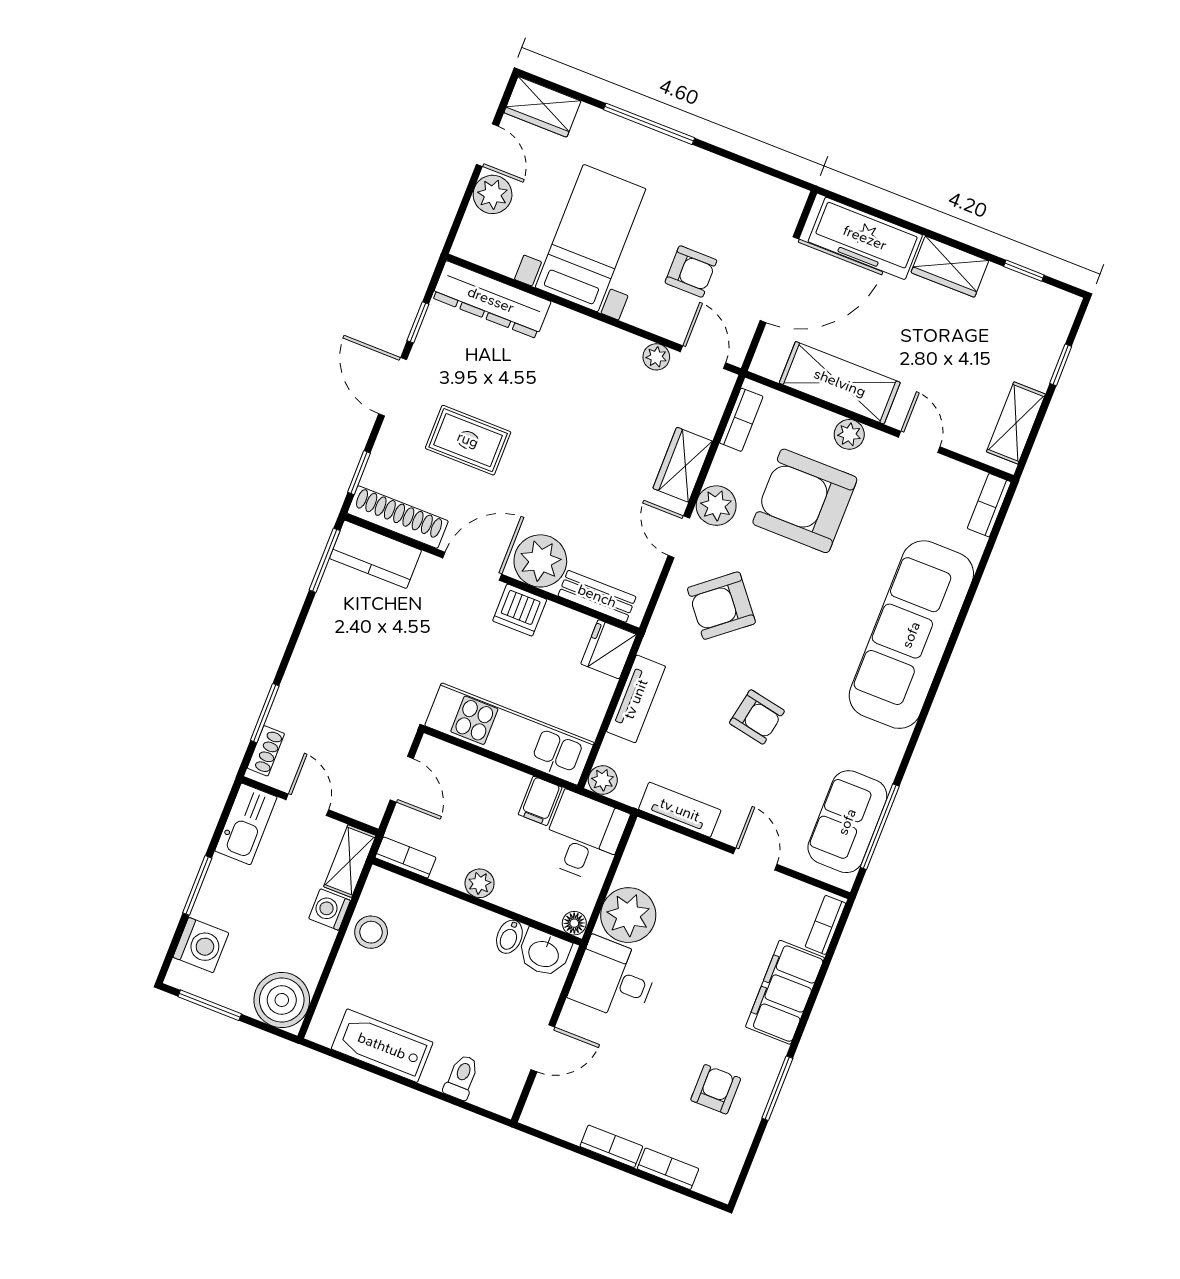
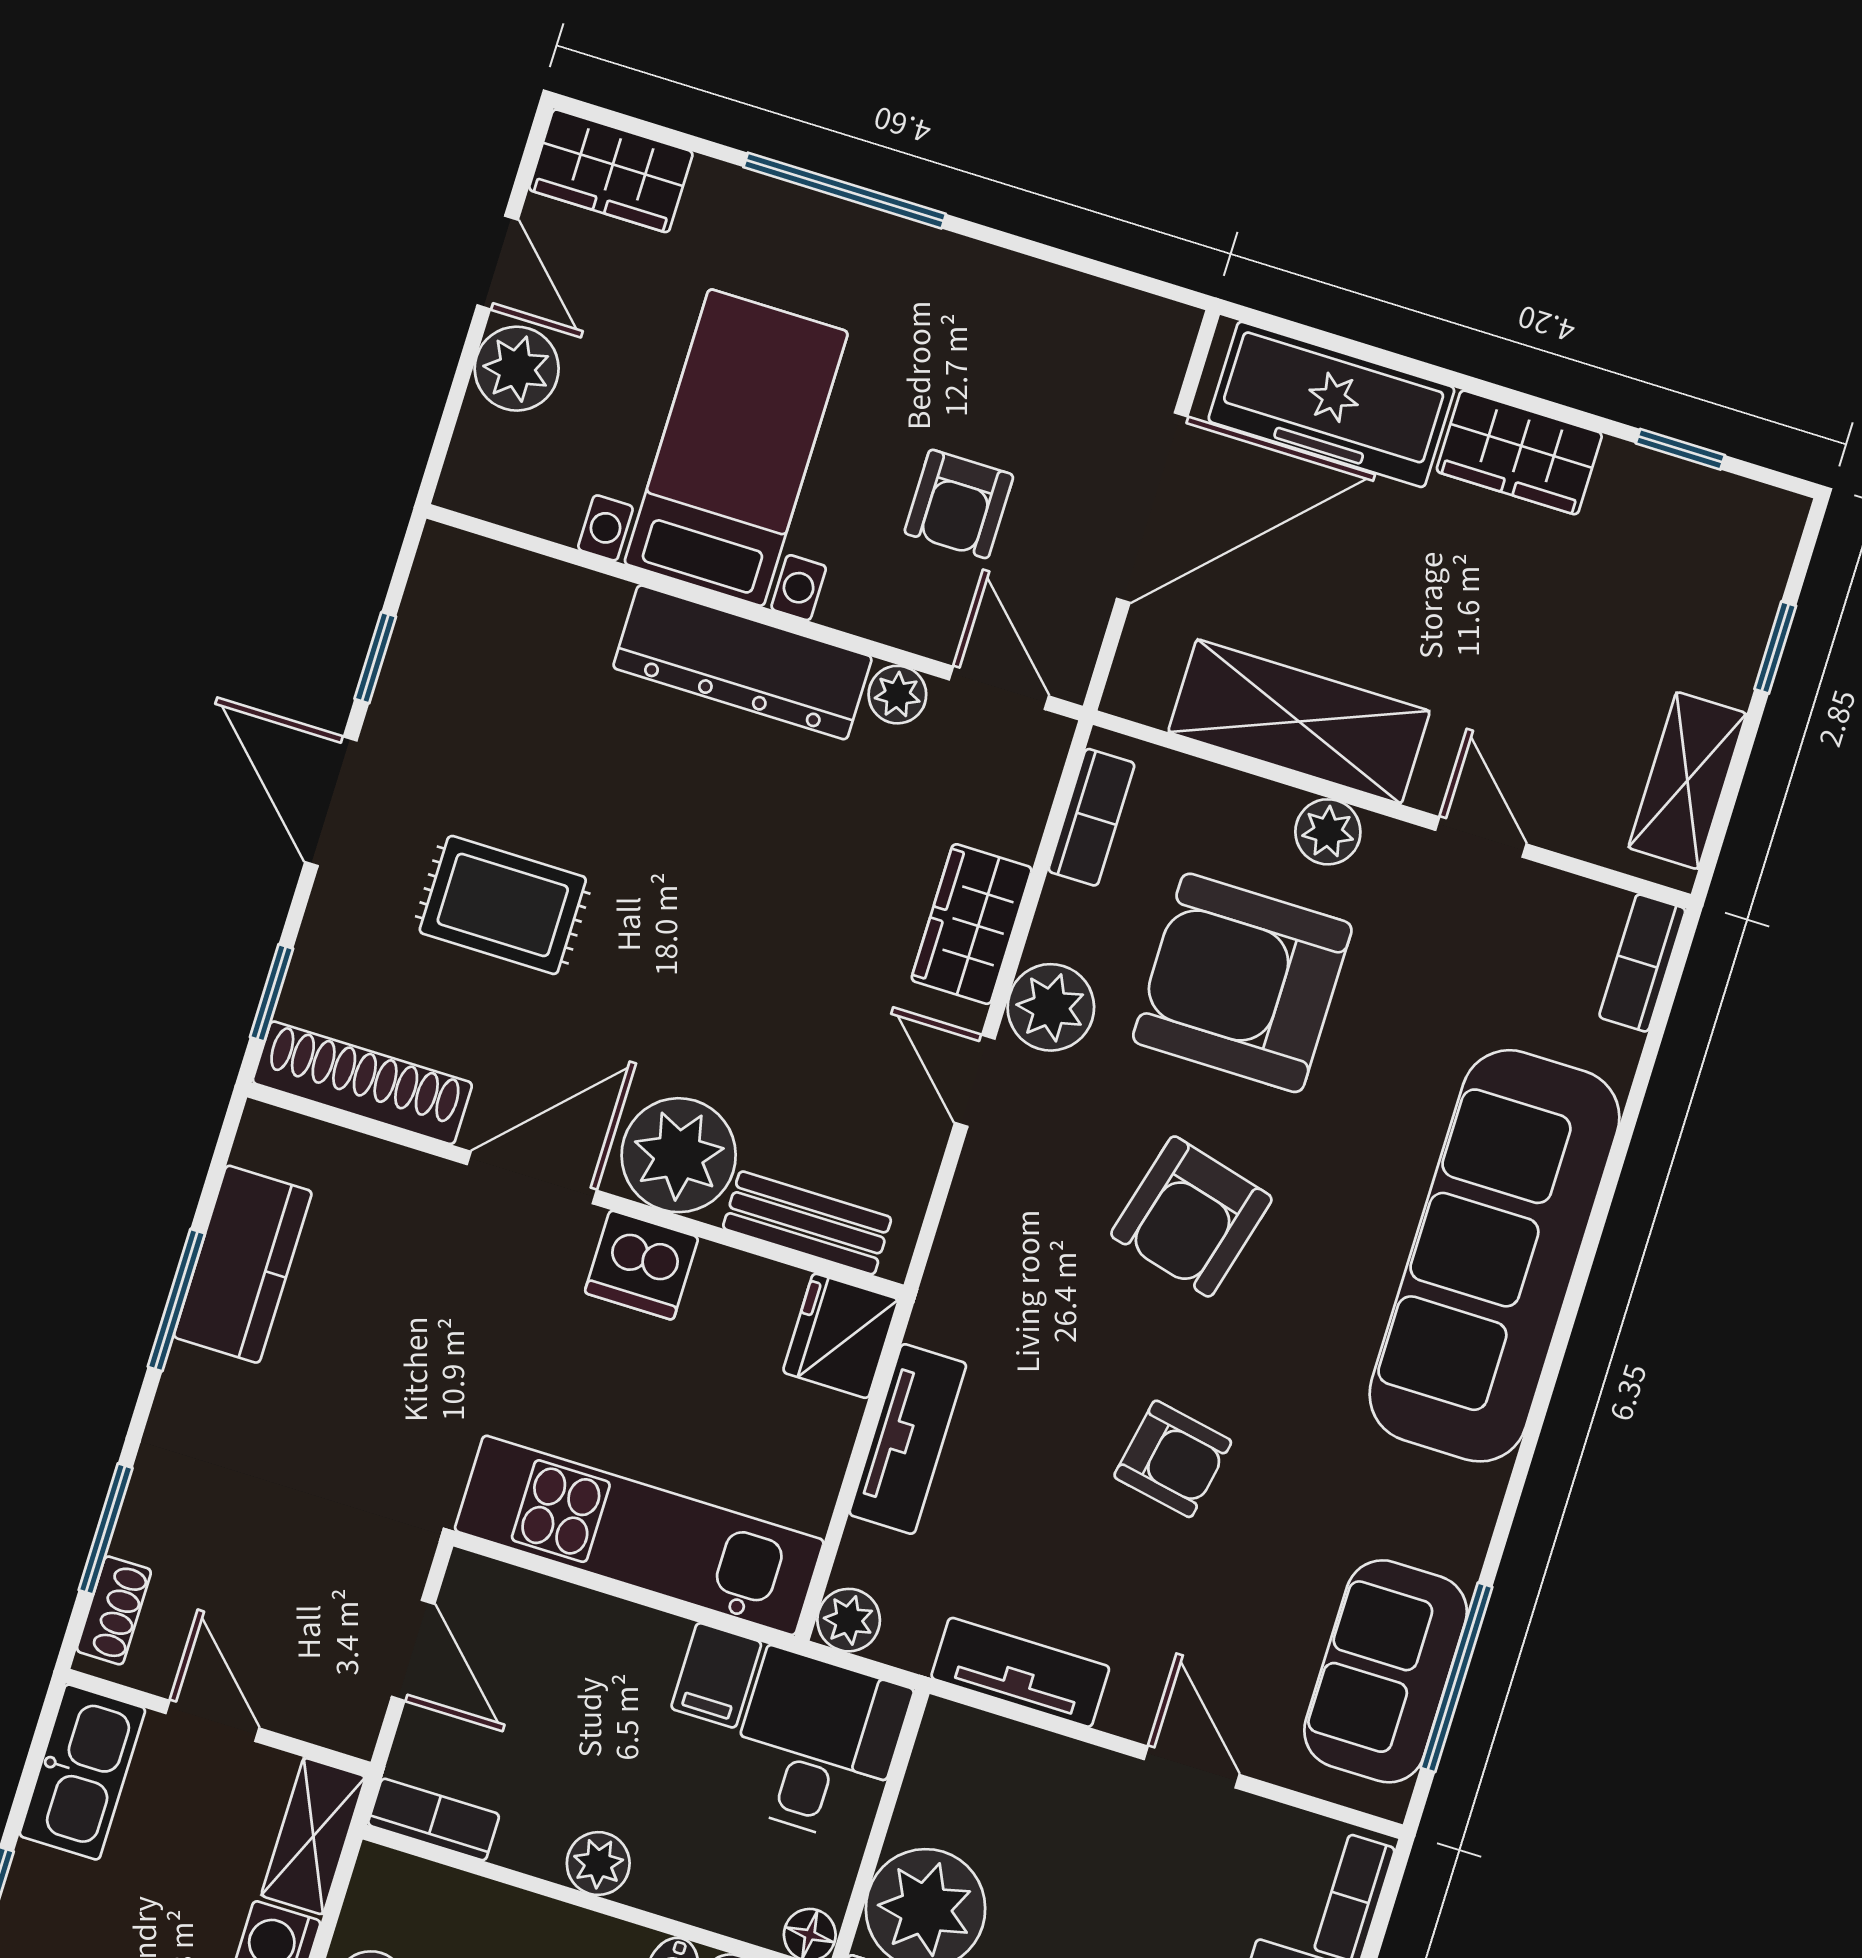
armchair: (691, 271) -> (959, 504), turned 90
dresser: (491, 300) -> (742, 662), moved
kitchen counter: (375, 554) -> (243, 1264), moved, turned -90
window: (325, 560) -> (176, 1300), moved
armchair: (721, 606) -> (1191, 1216), moved, turned -36

